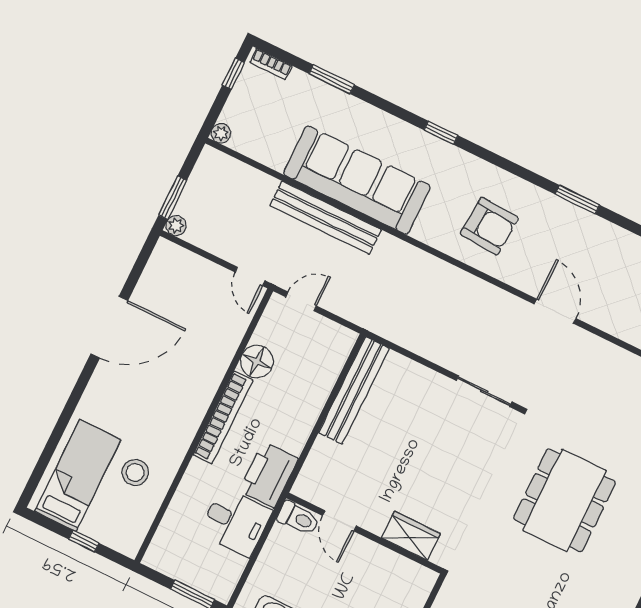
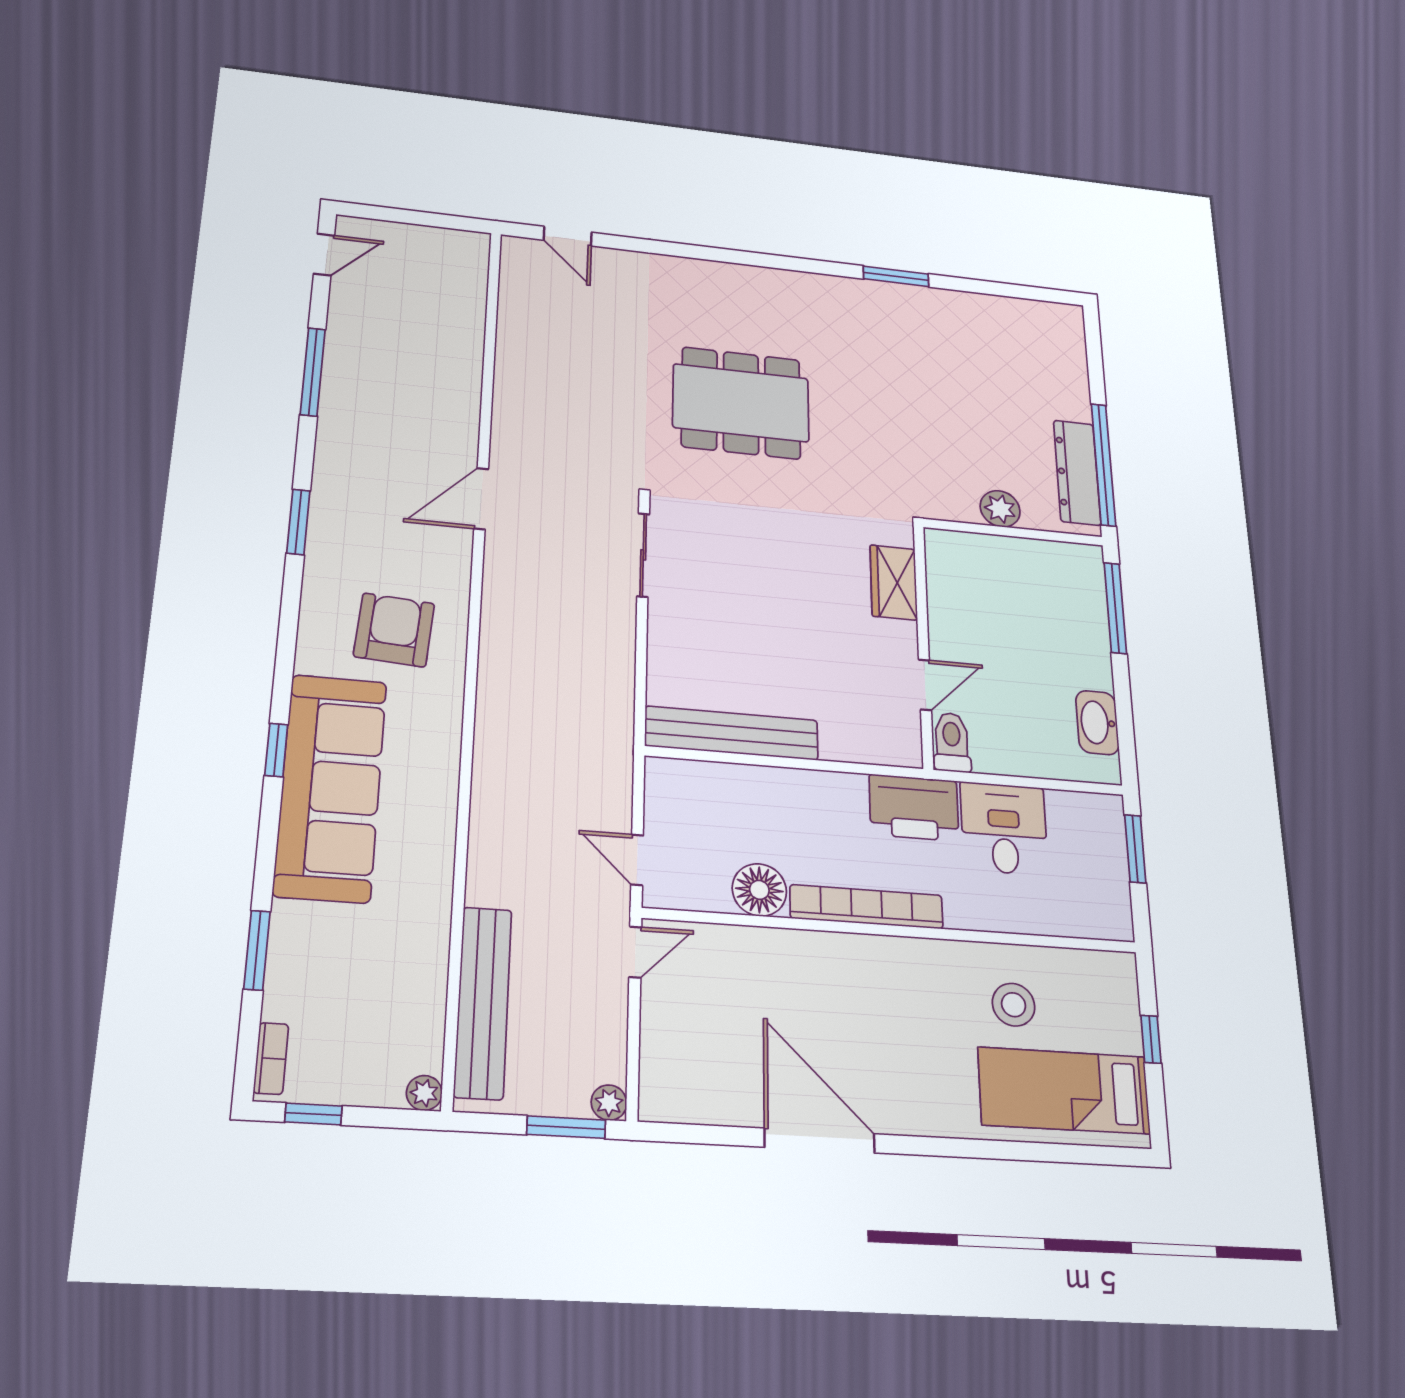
sofa: (357, 180) -> (331, 787), moved, turned 180
bench: (326, 218) -> (483, 1002), moved

